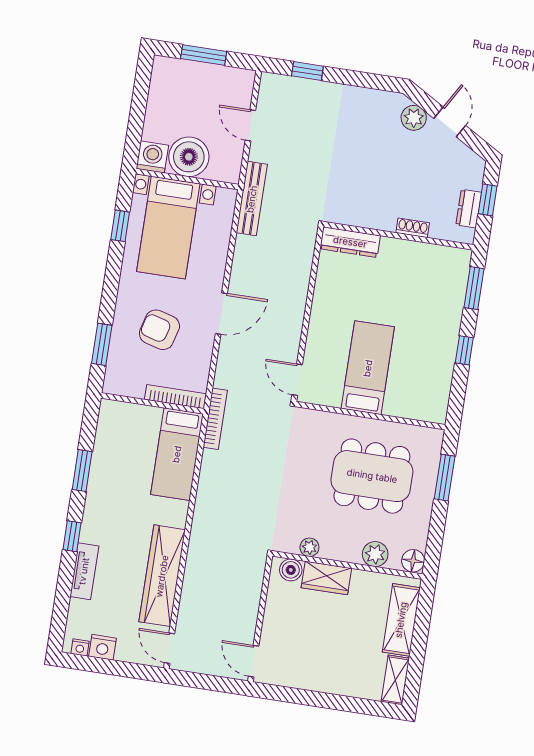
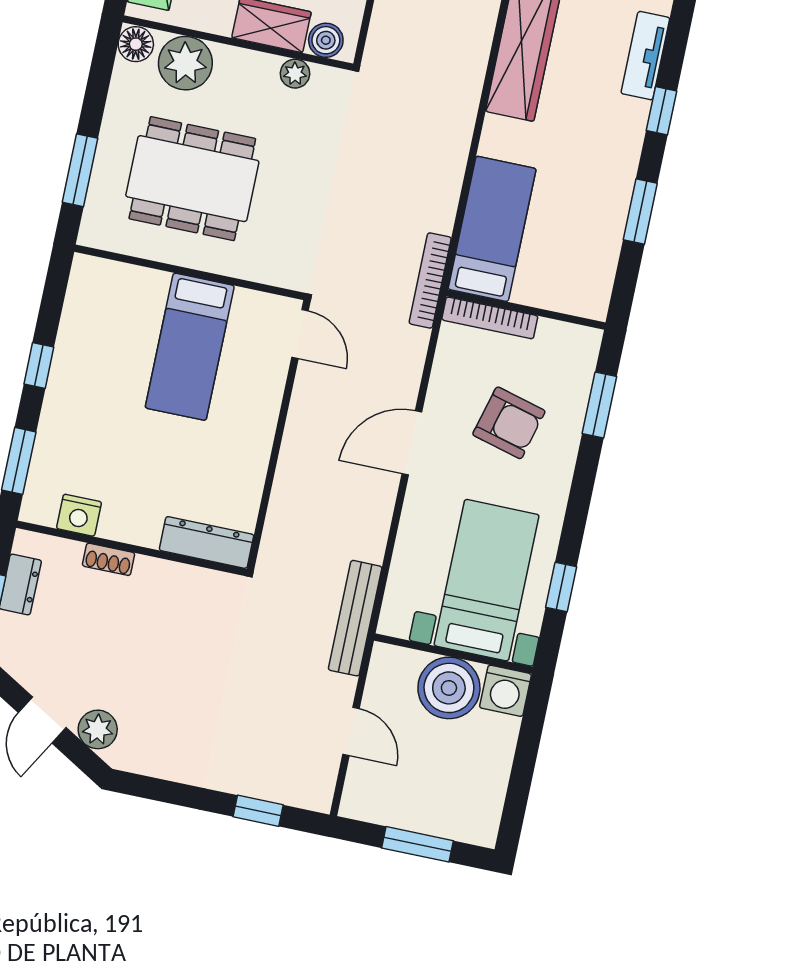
nightstand: (433, 255) -> (79, 515), added
plant: (375, 554) -> (185, 63), width x1.36, depth x1.36

